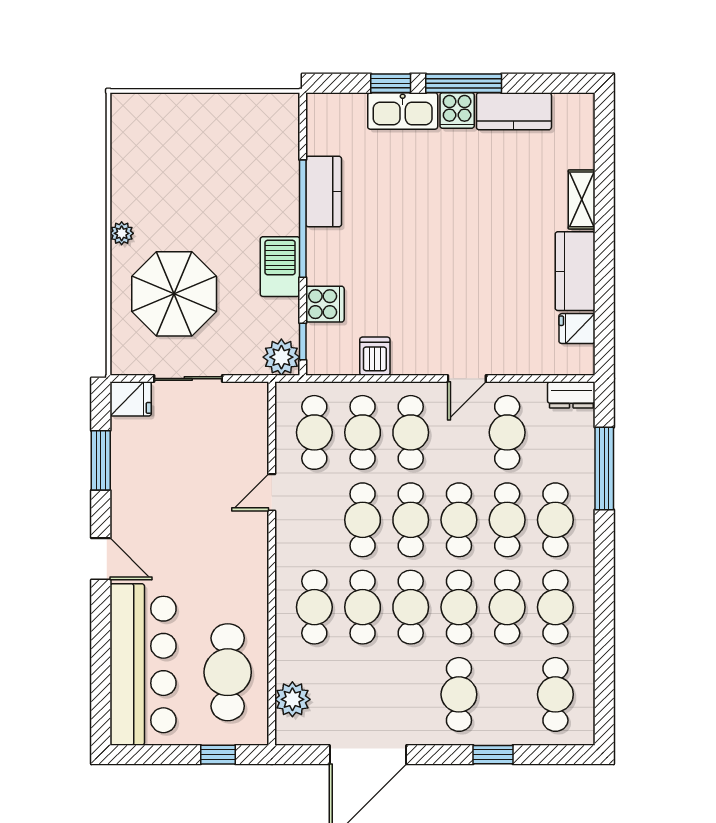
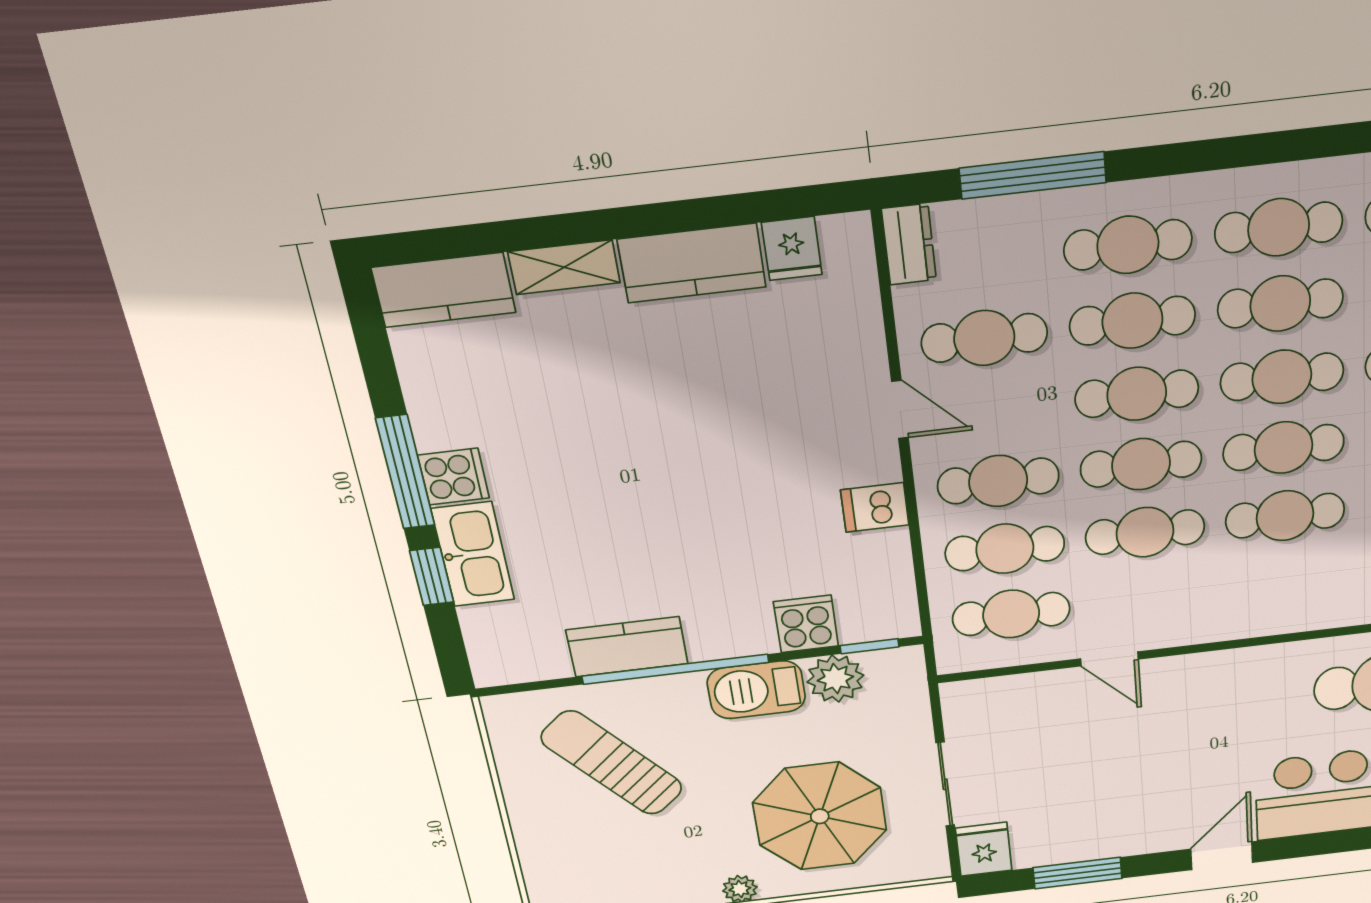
kitchen counter: (514, 111) -> (444, 290), moved, turned 90
sun lounger: (237, 167) -> (612, 763), added
dishwasher: (375, 356) -> (875, 507), moved
plant: (281, 357) -> (835, 679), moved
cafe table: (314, 607) -> (1286, 581), removed

